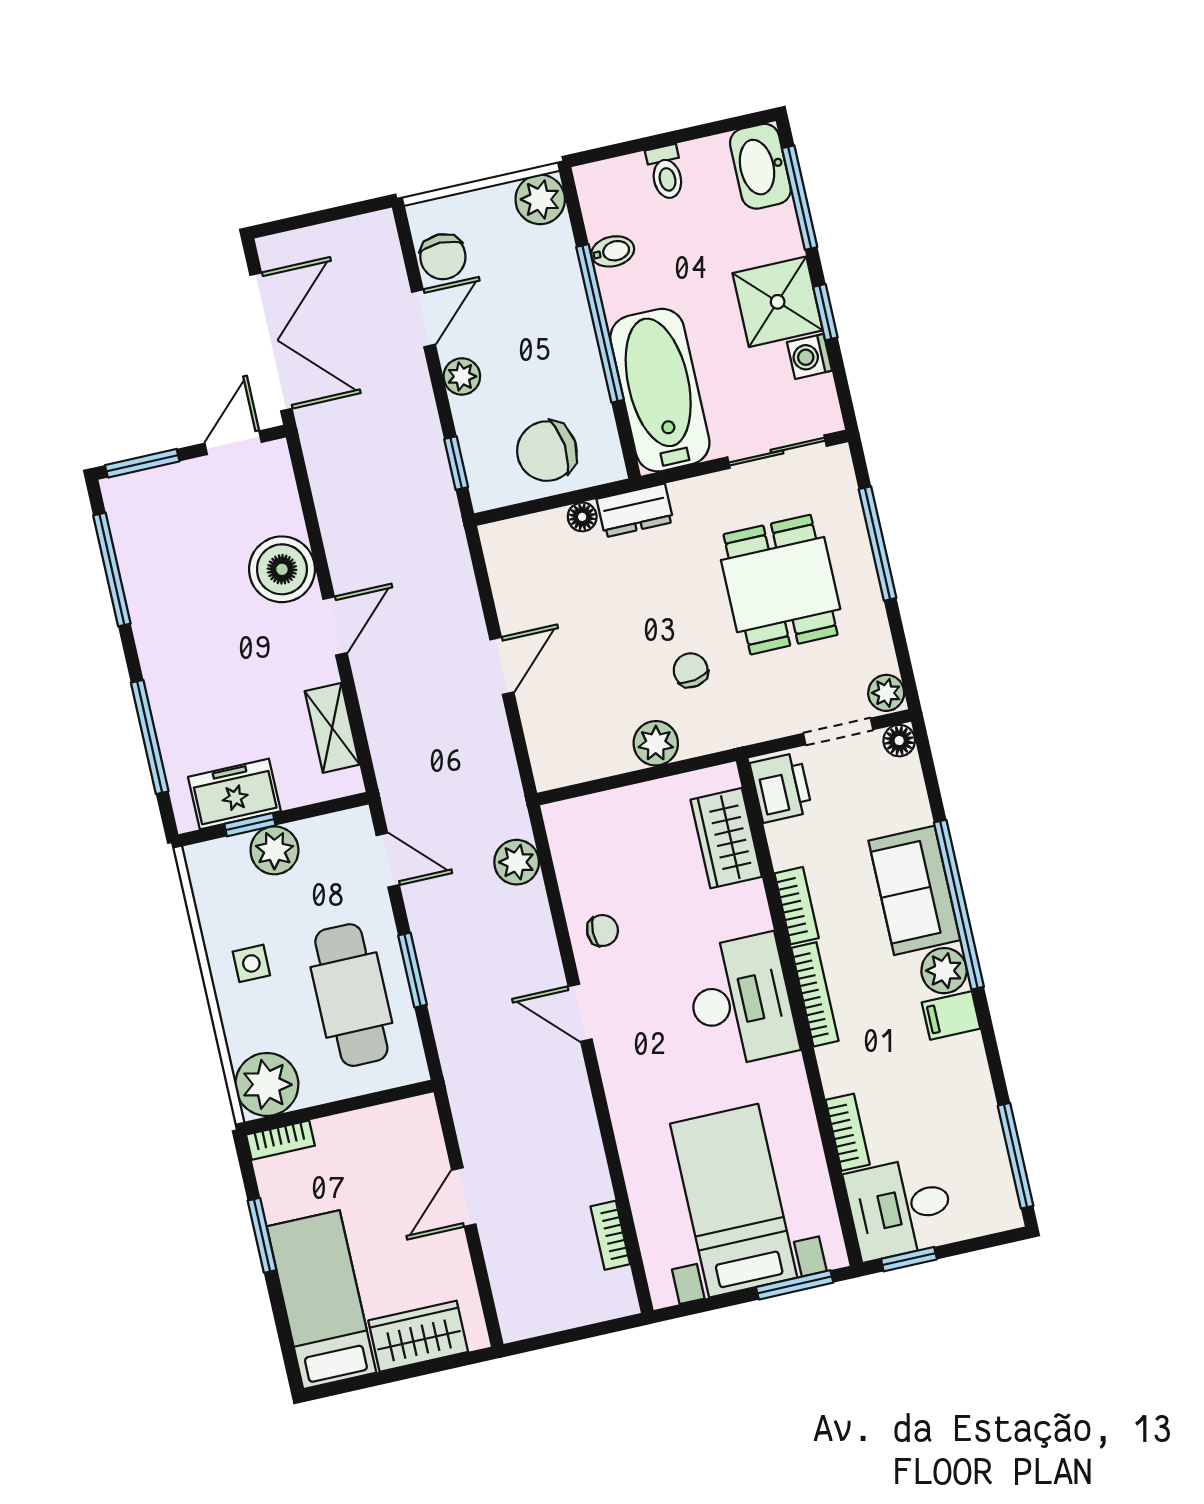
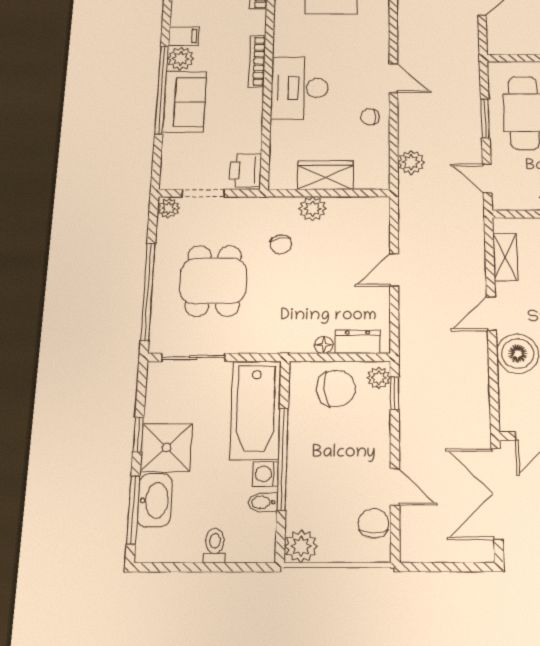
washbasin: (760, 166) -> (155, 500), moved
door: (424, 318) -> (395, 487), swing flipped
washing machine: (809, 356) -> (265, 474), moved, turned 180
plant: (462, 376) -> (379, 378), moved
dresser: (635, 510) -> (357, 342), moved
window: (878, 544) -> (148, 292), width x1.46
floor lamp: (899, 741) -> (169, 181), removed
wardrobe: (726, 838) -> (325, 175), moved, turned -90
bookcase: (797, 906) -> (254, 107), removed
desk: (741, 1001) -> (300, 88), moved

